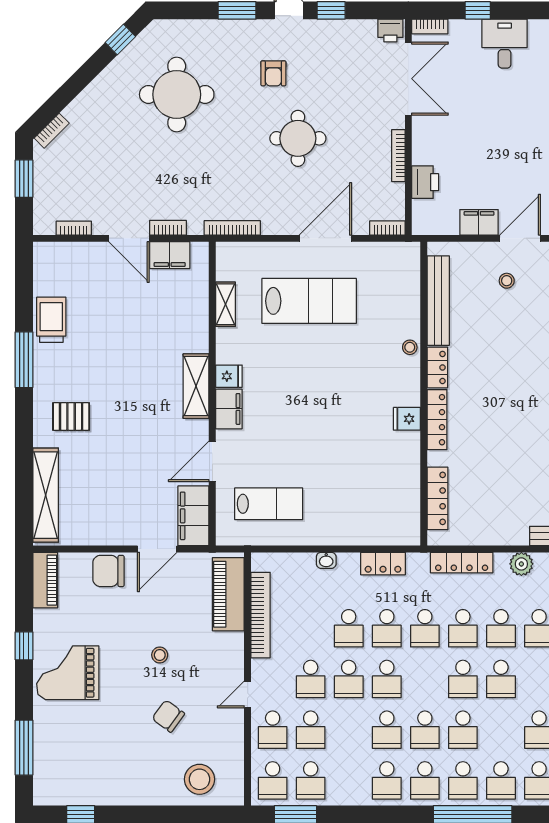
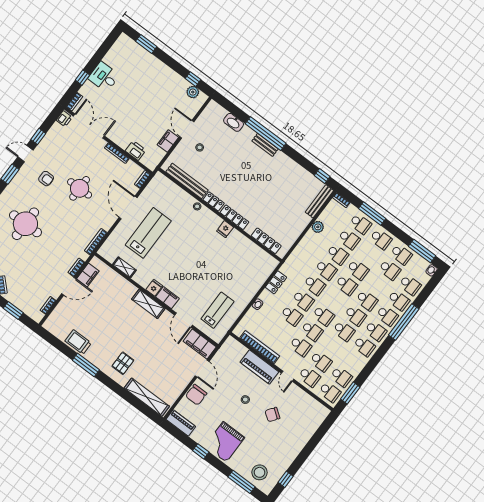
locker: (462, 563) -> (299, 250), removed
piano: (228, 594) -> (259, 367), moved
stool: (199, 779) -> (260, 472), moved

